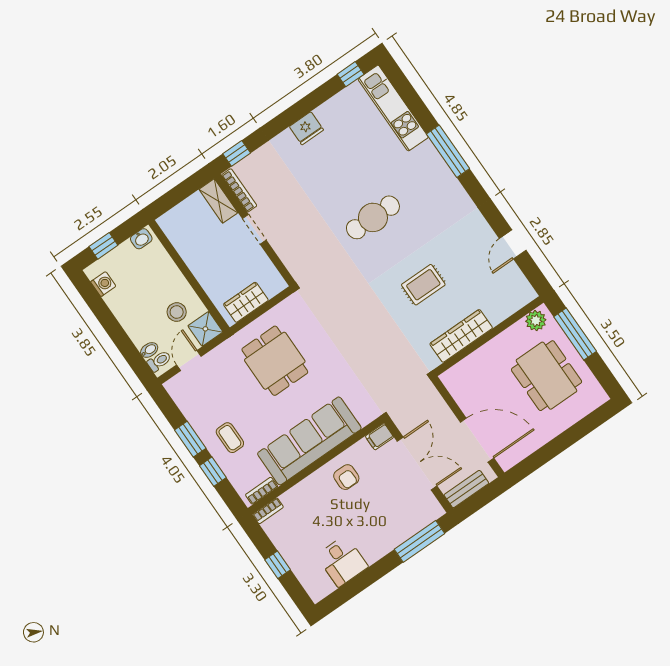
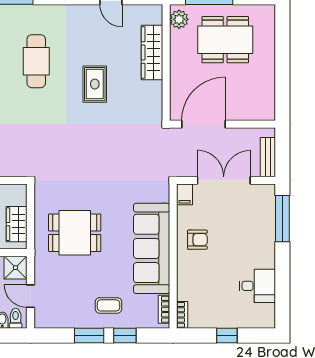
cafe table: (373, 217) -> (36, 61), moved
wardrobe: (461, 336) -> (152, 53), moved
door: (477, 440) -> (203, 124), moved

